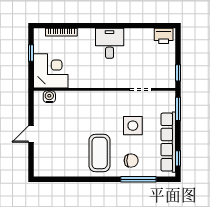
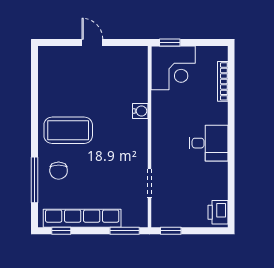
window: (31, 53) -> (170, 43), moved
water cooler: (49, 97) -> (140, 111), moved
side table: (133, 126) -> (103, 173), removed

